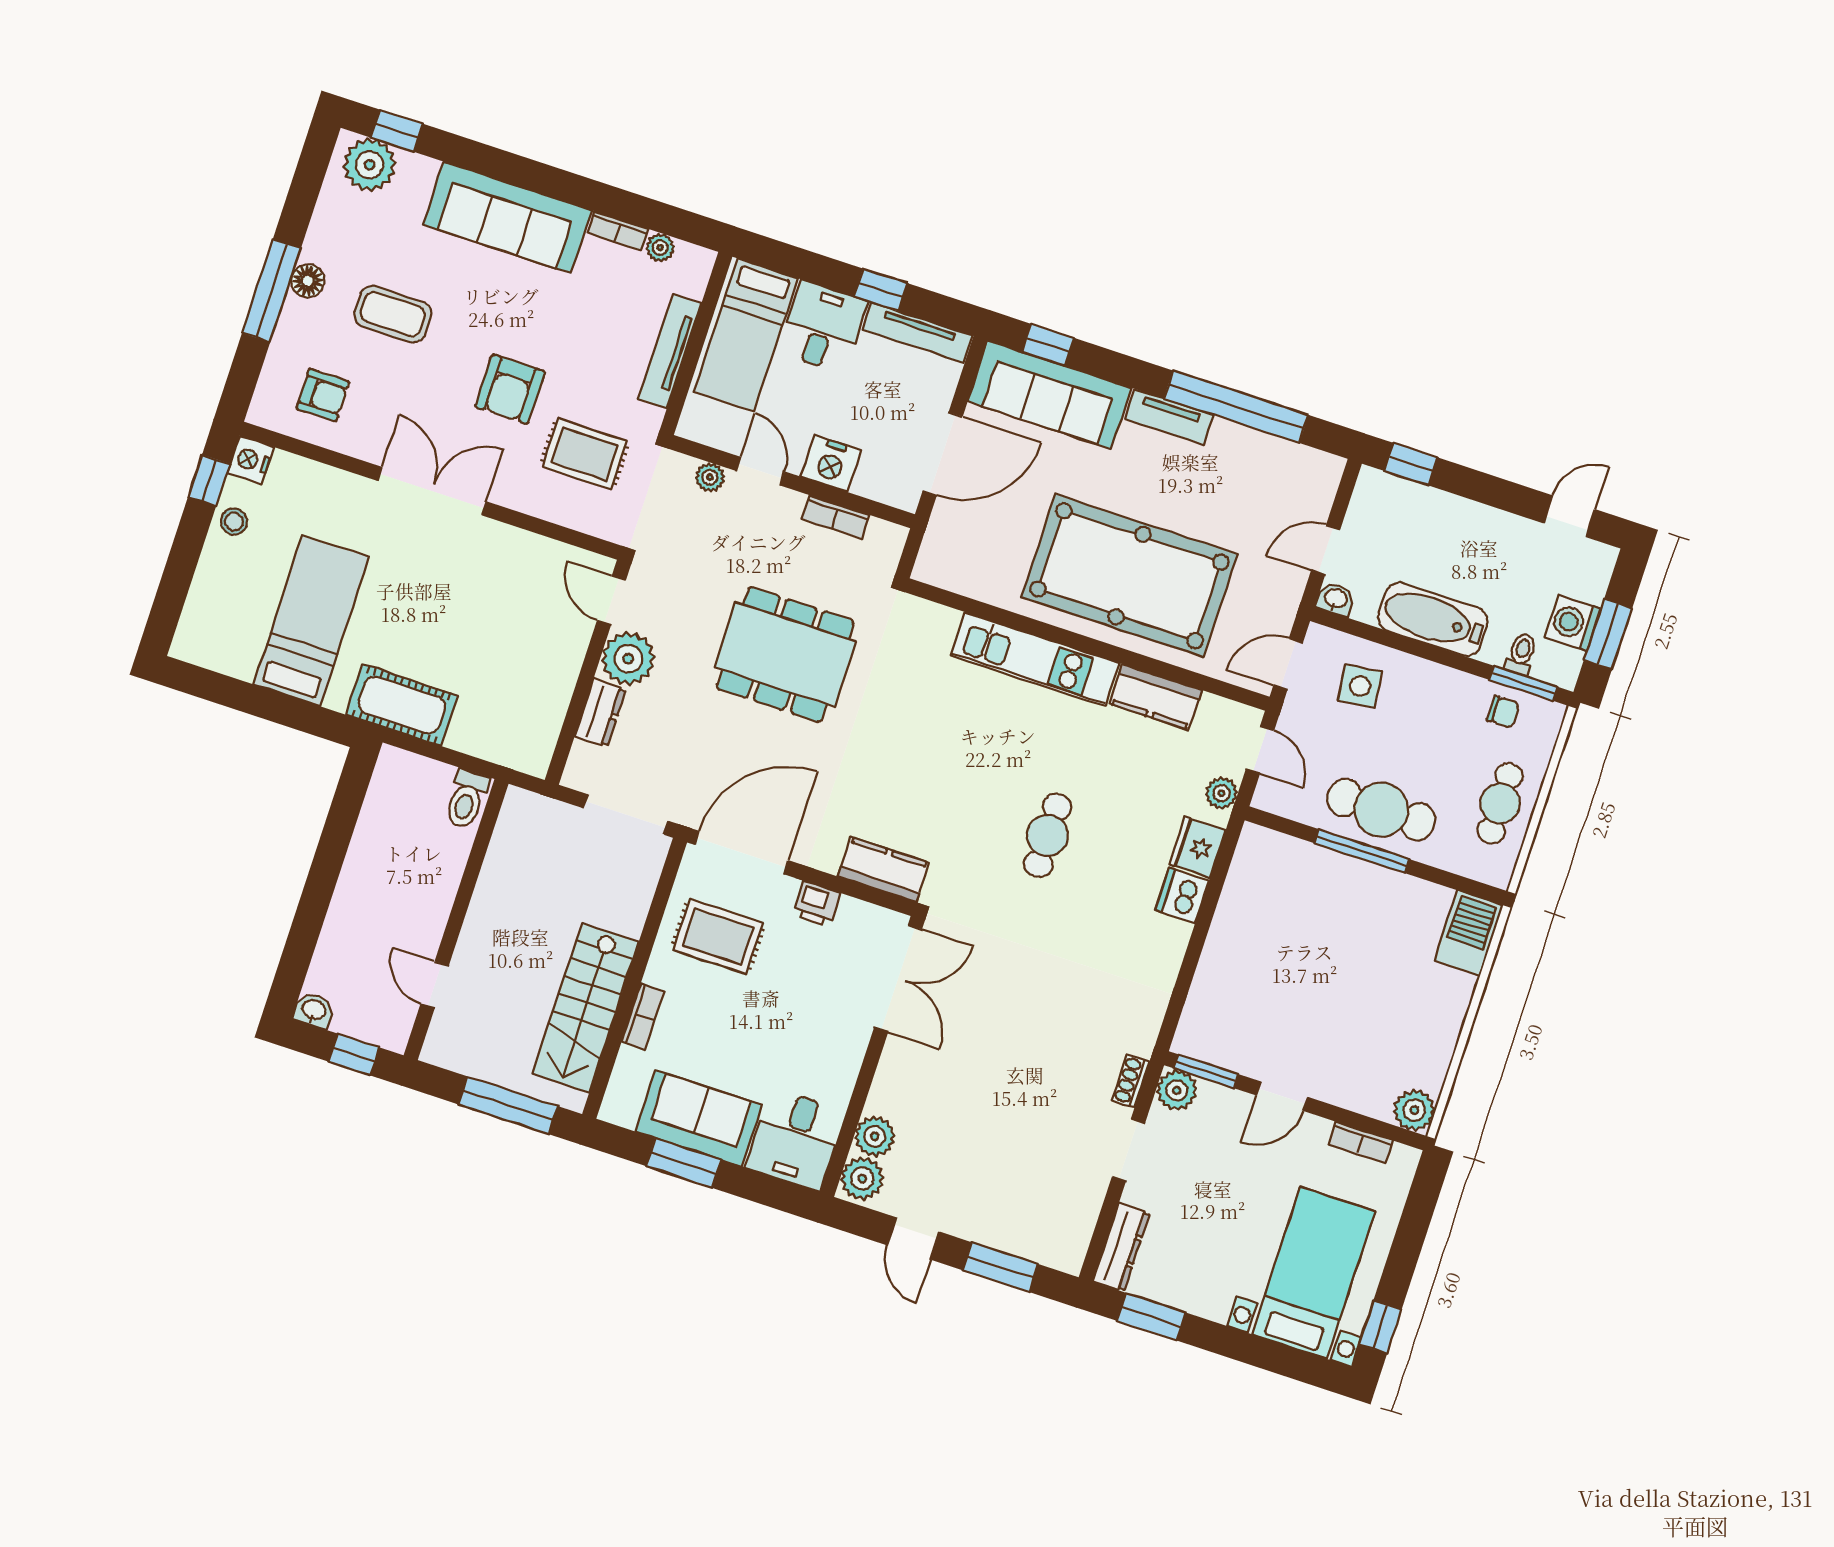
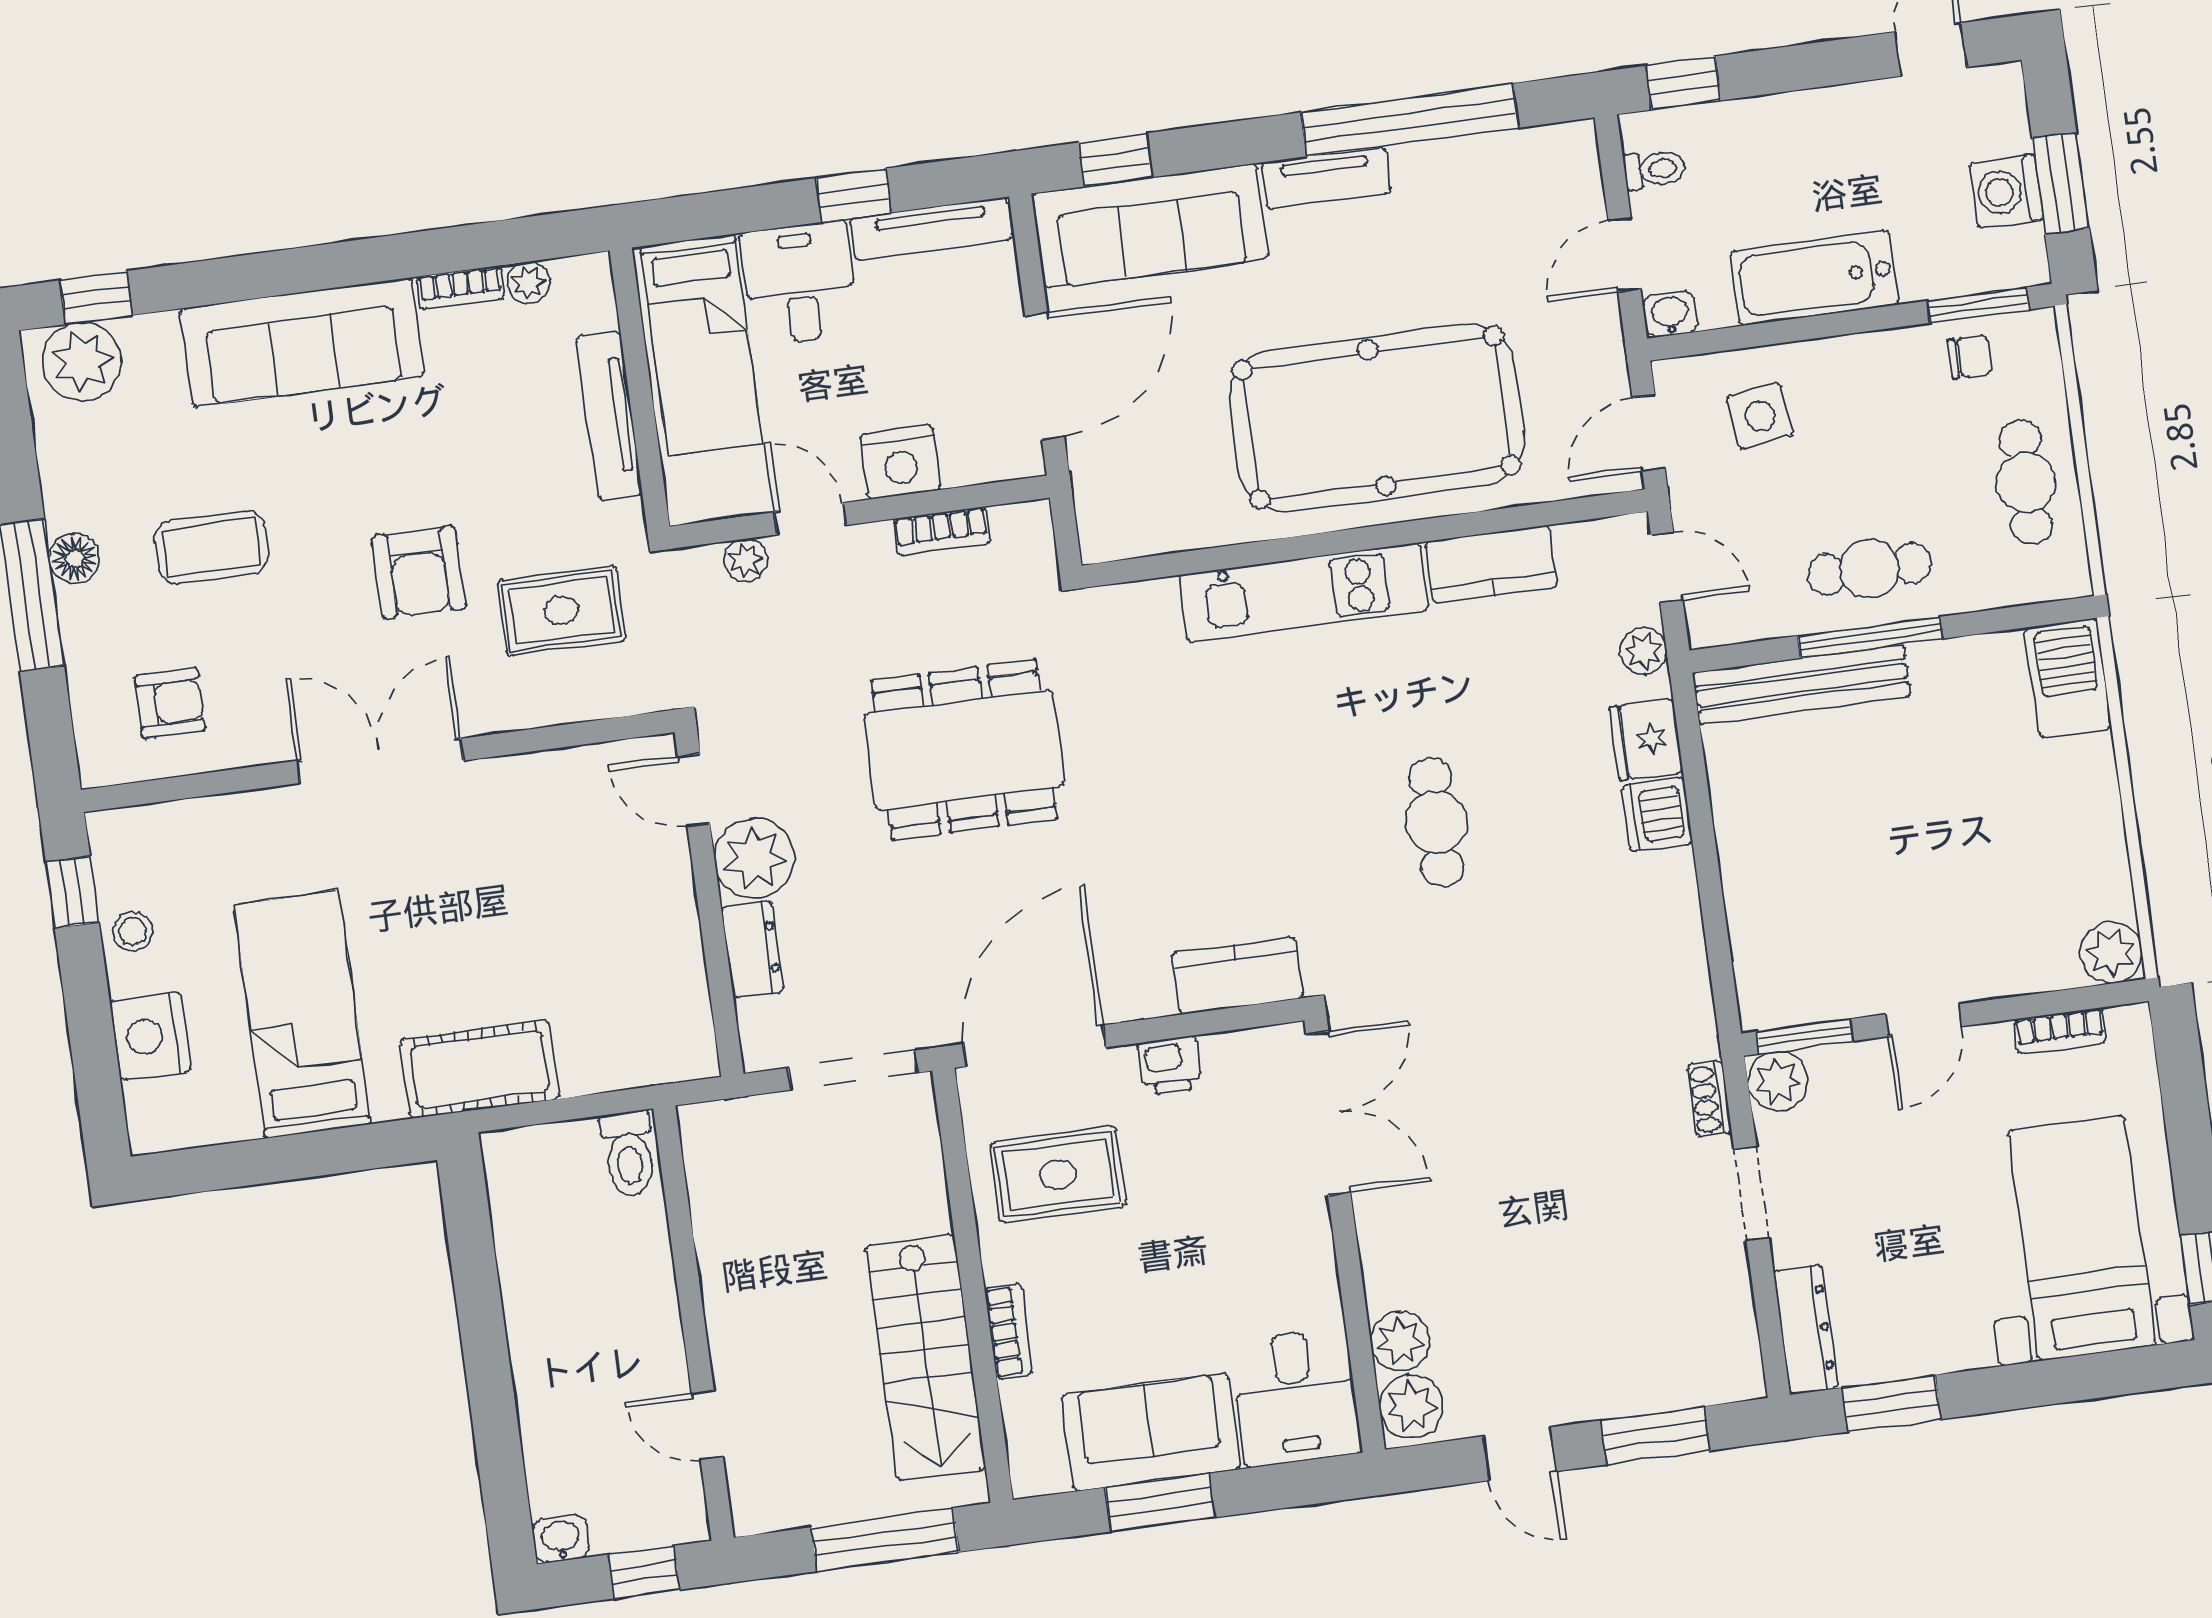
nightstand: (250, 460) -> (150, 1036), moved, width x1.36, depth x1.33
toilet: (1521, 654) -> (1654, 169), moved, turned 90
cafe table: (1381, 810) -> (1870, 569), width x0.73, depth x0.74
bench: (1307, 859) -> (1801, 685), added

